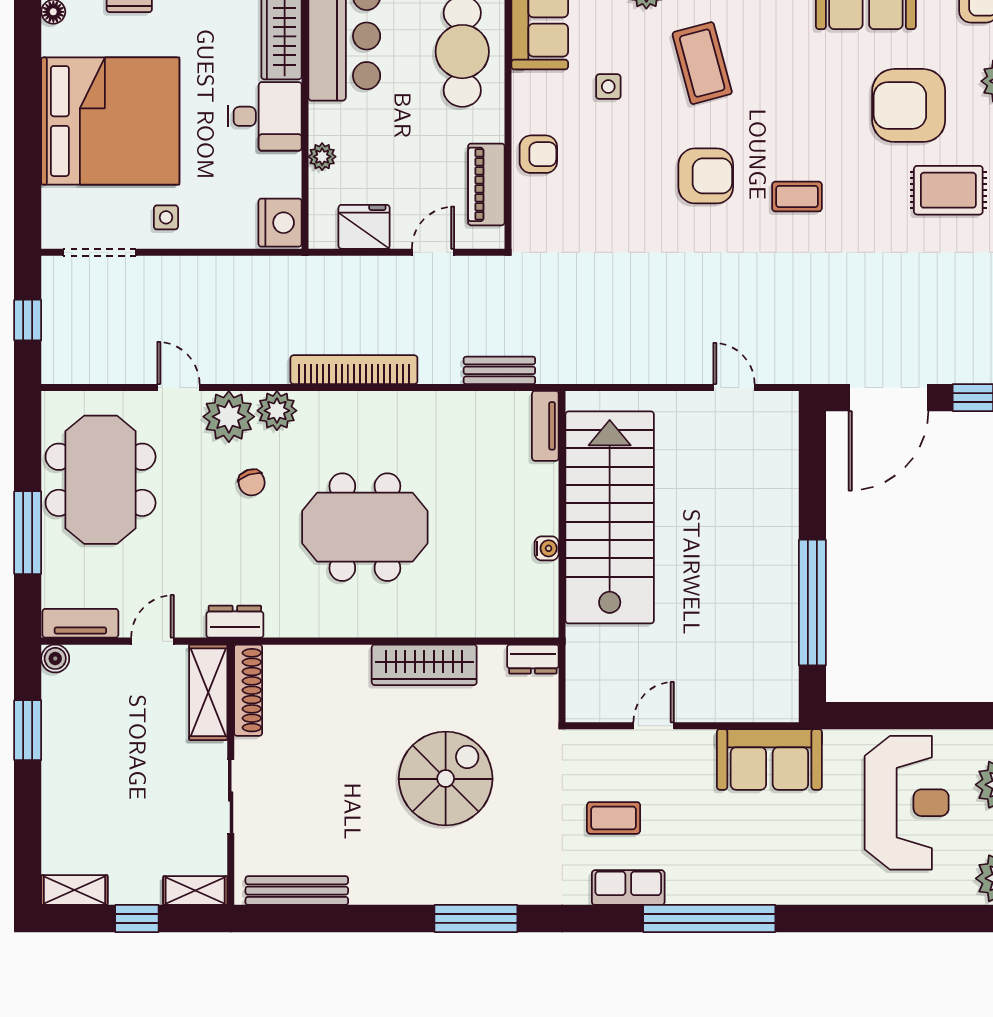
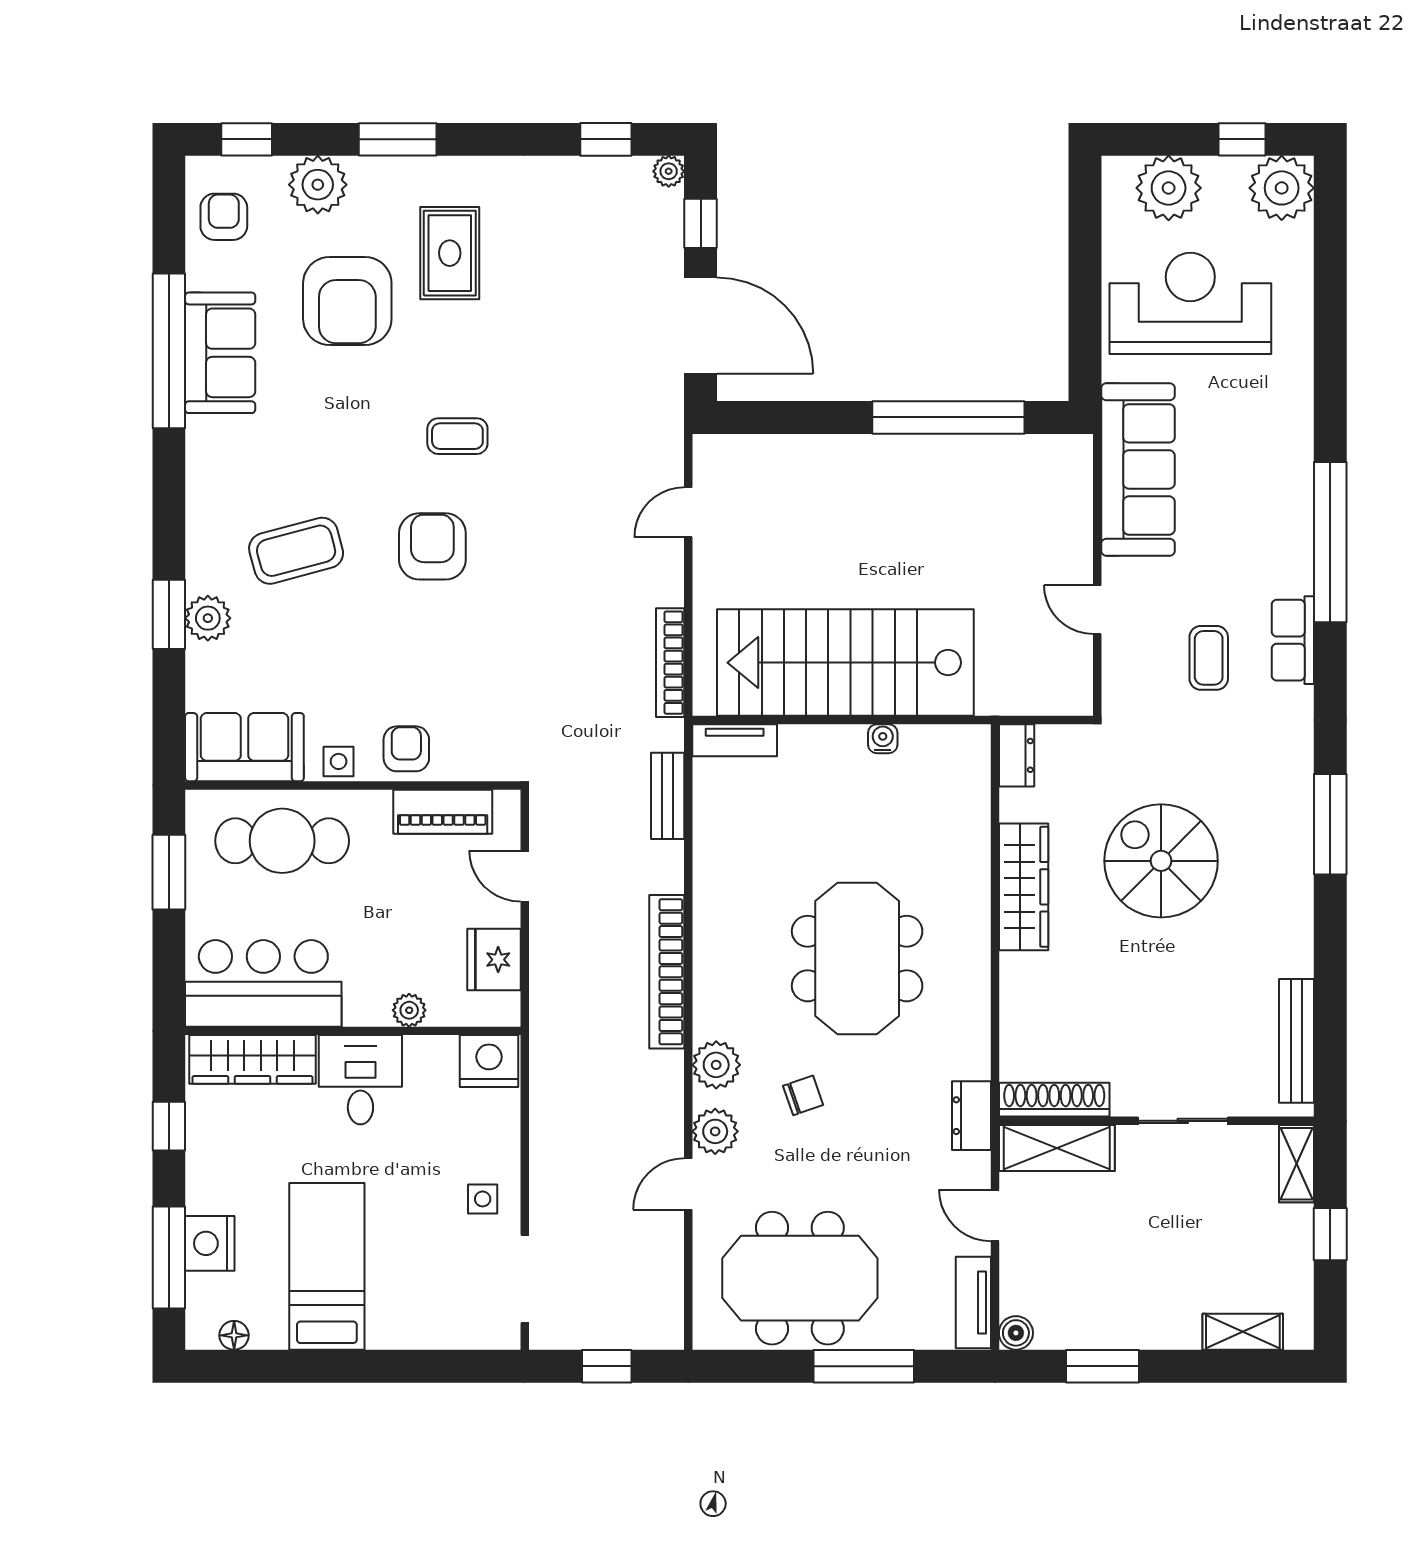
side table: (608, 87) -> (339, 761), moved
bed: (110, 121) -> (327, 1266), width x0.49
coffee table: (797, 197) -> (457, 436), turned 90
bookcase: (610, 373) -> (670, 663), added
plant: (229, 417) -> (715, 1131), width x0.73, depth x0.73
sofa: (769, 759) -> (1138, 469), width x1.36
shelving: (74, 890) -> (1243, 1332), moved, turned 90

